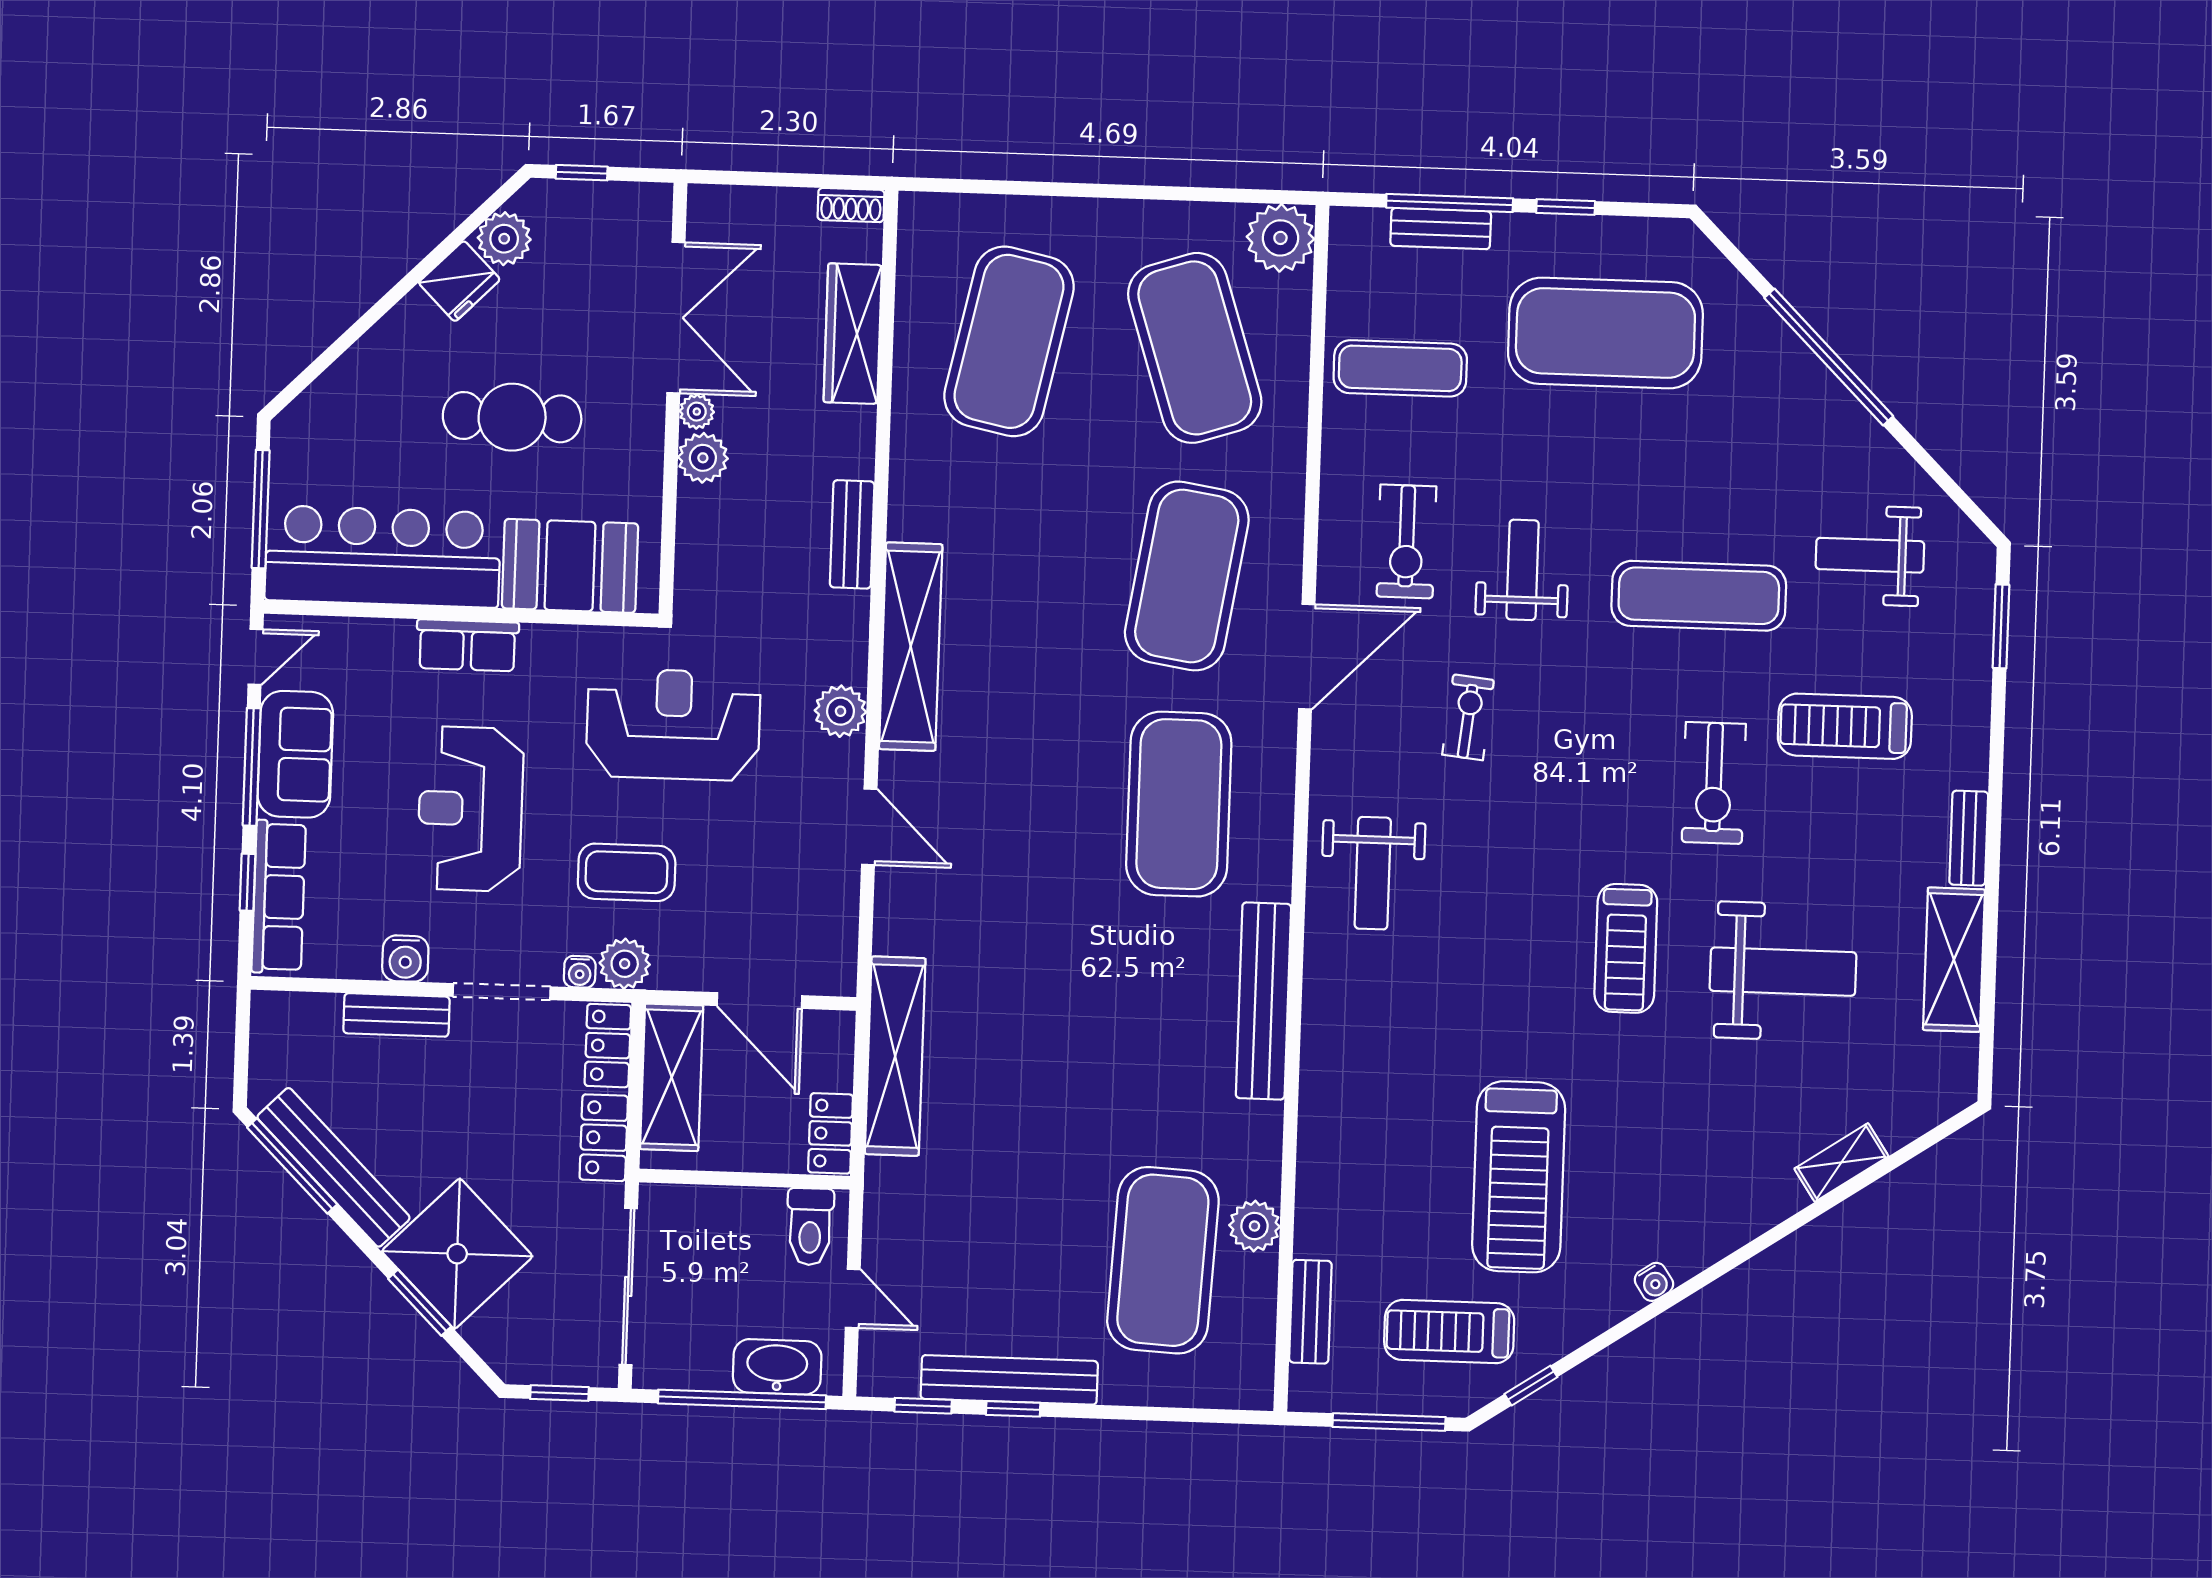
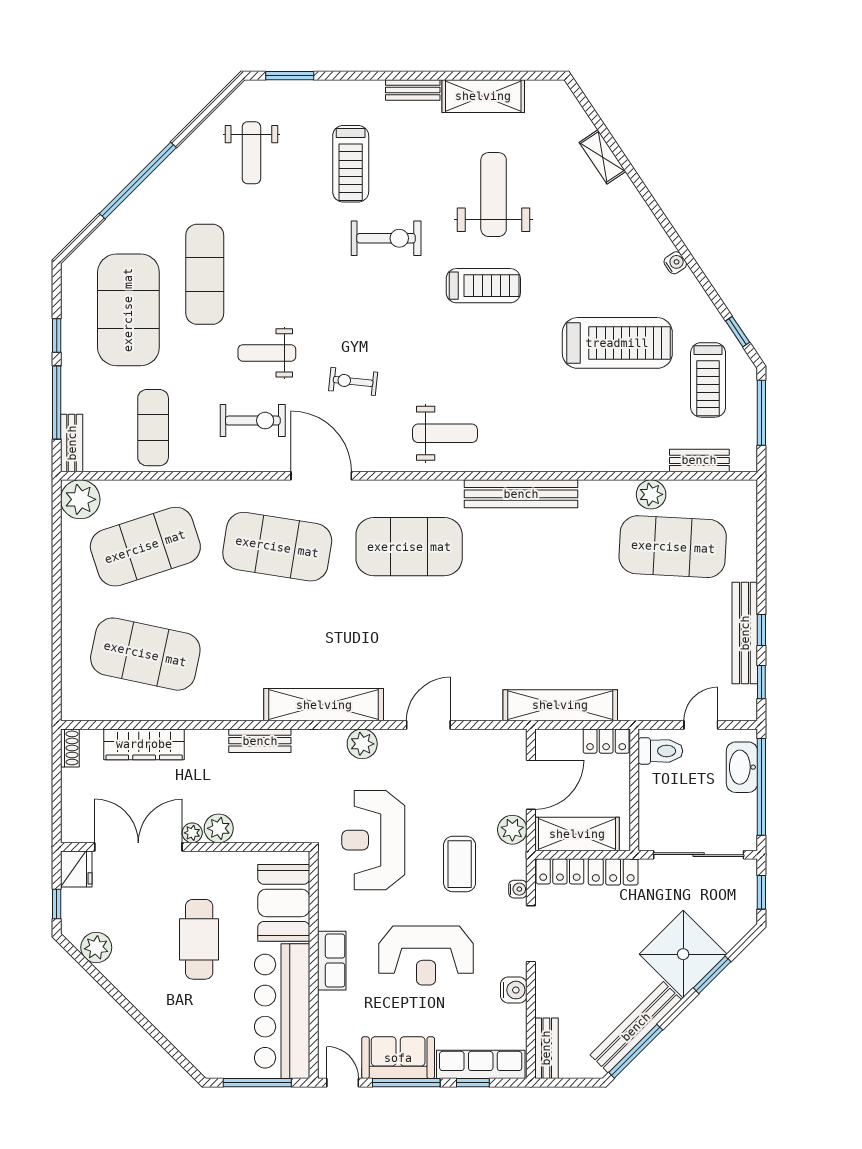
bench: (1441, 229) -> (72, 443), moved
fridge: (459, 281) -> (76, 869), moved, turned 45
exercise mat: (1699, 596) -> (205, 274), moved
plant: (625, 964) -> (512, 830), moved
bench: (396, 1015) -> (546, 1048), moved

